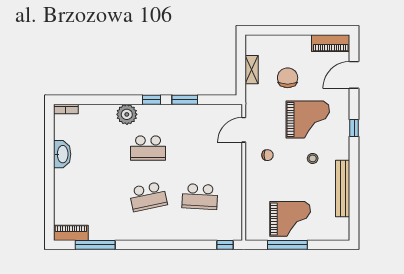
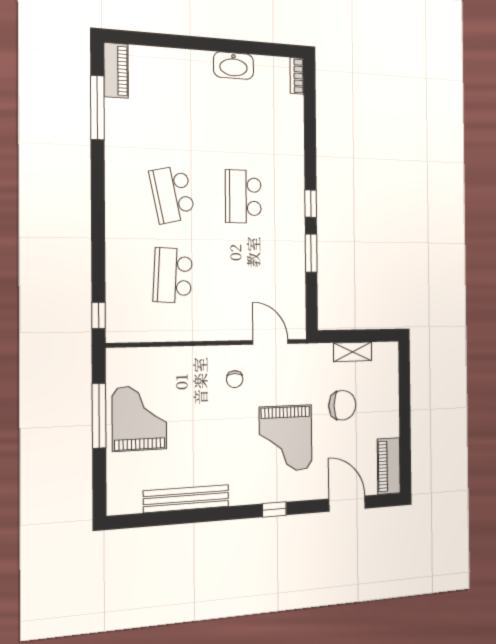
plant: (127, 114) -> (290, 166), removed
stool: (313, 158) -> (230, 449), removed
grand piano: (290, 219) -> (140, 418), turned 180

